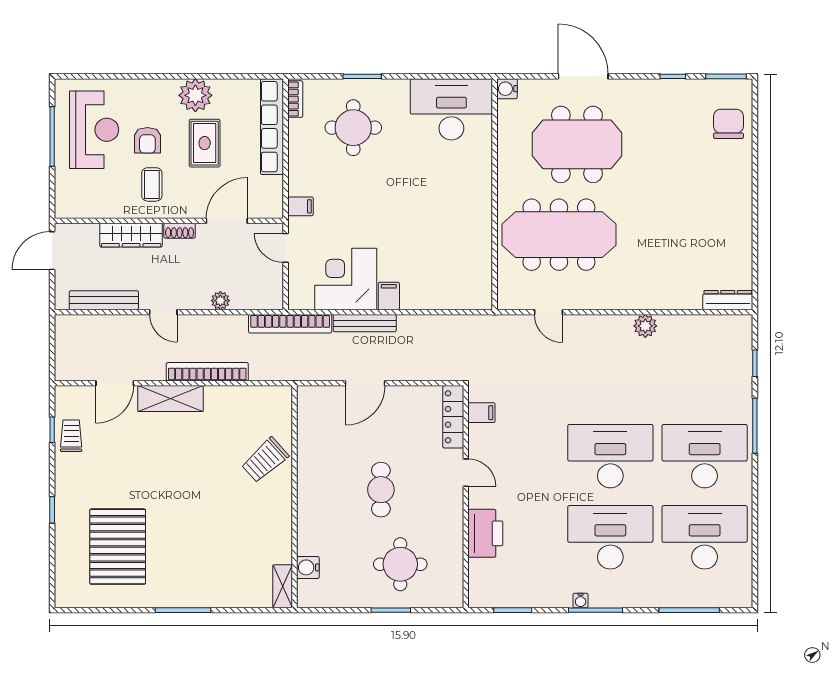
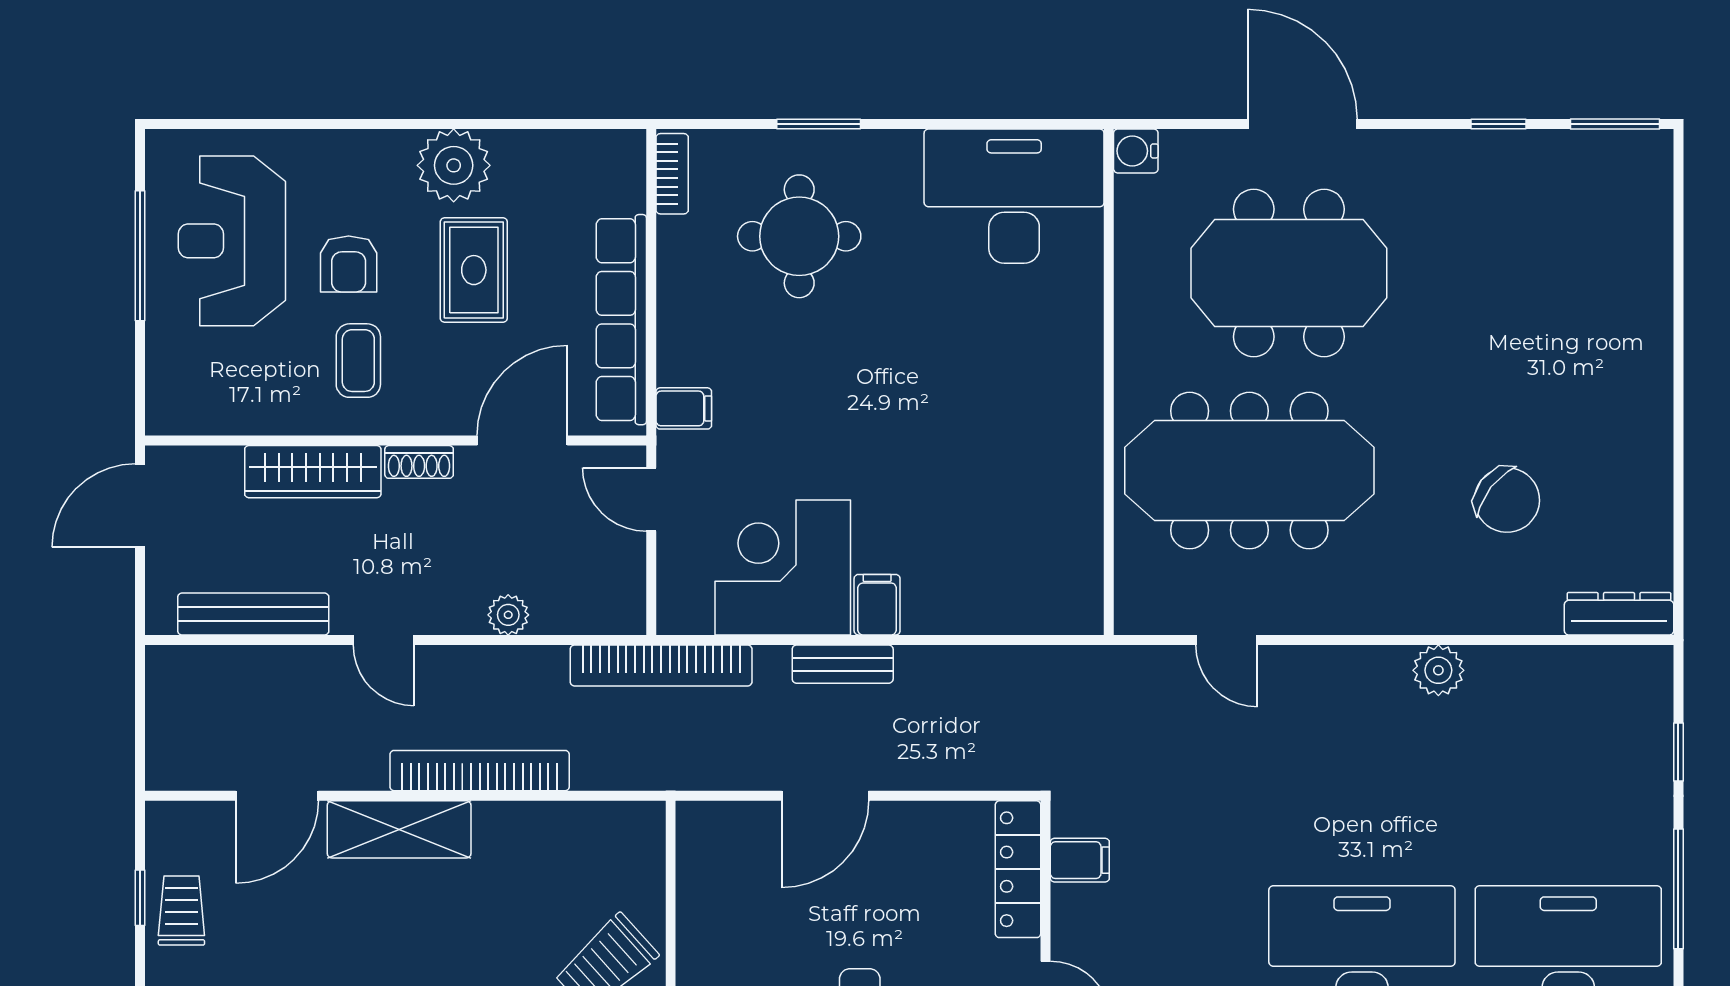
chair: (729, 124) -> (1507, 500), moved, turned 128
row of seats: (272, 127) -> (621, 320), moved
reception desk: (94, 130) -> (232, 241), turned 180
bench: (365, 323) -> (843, 664), width x0.73

